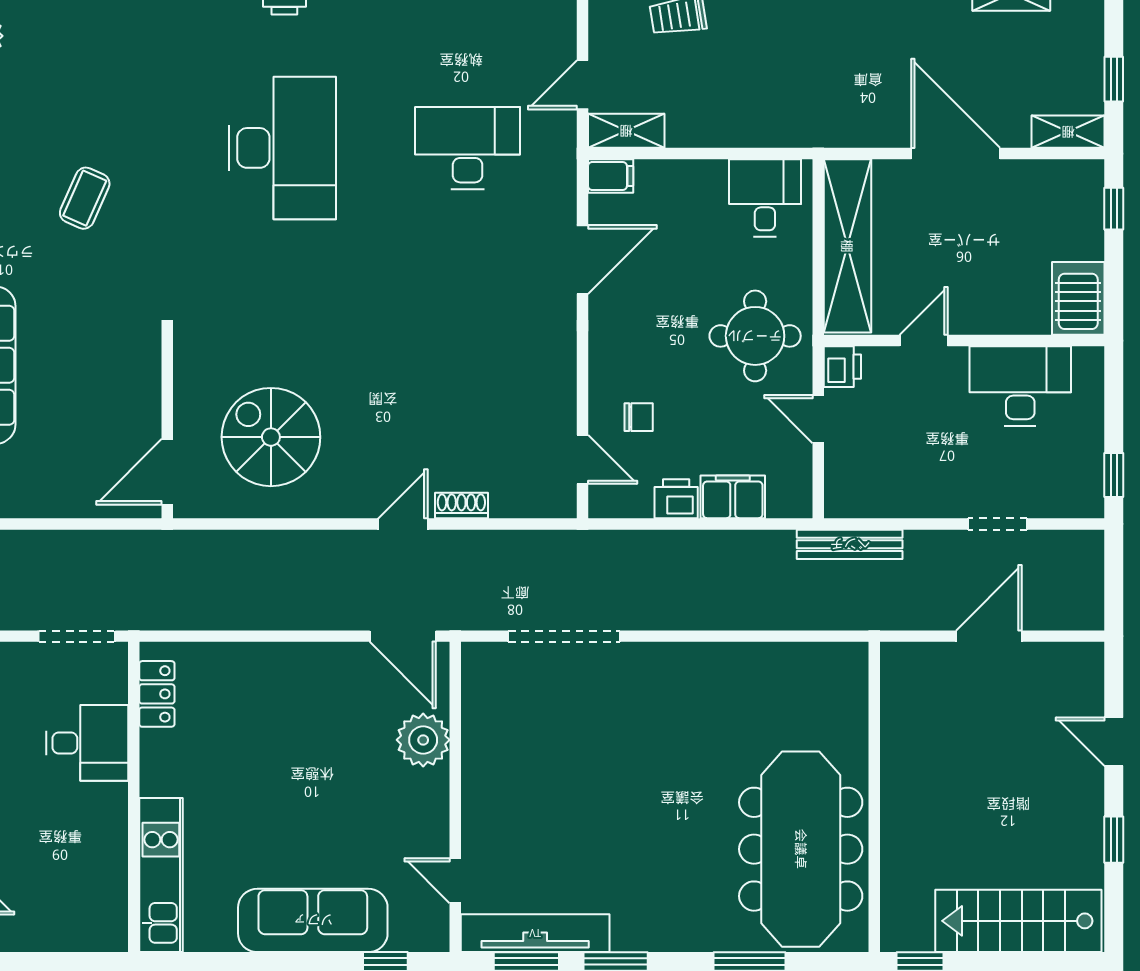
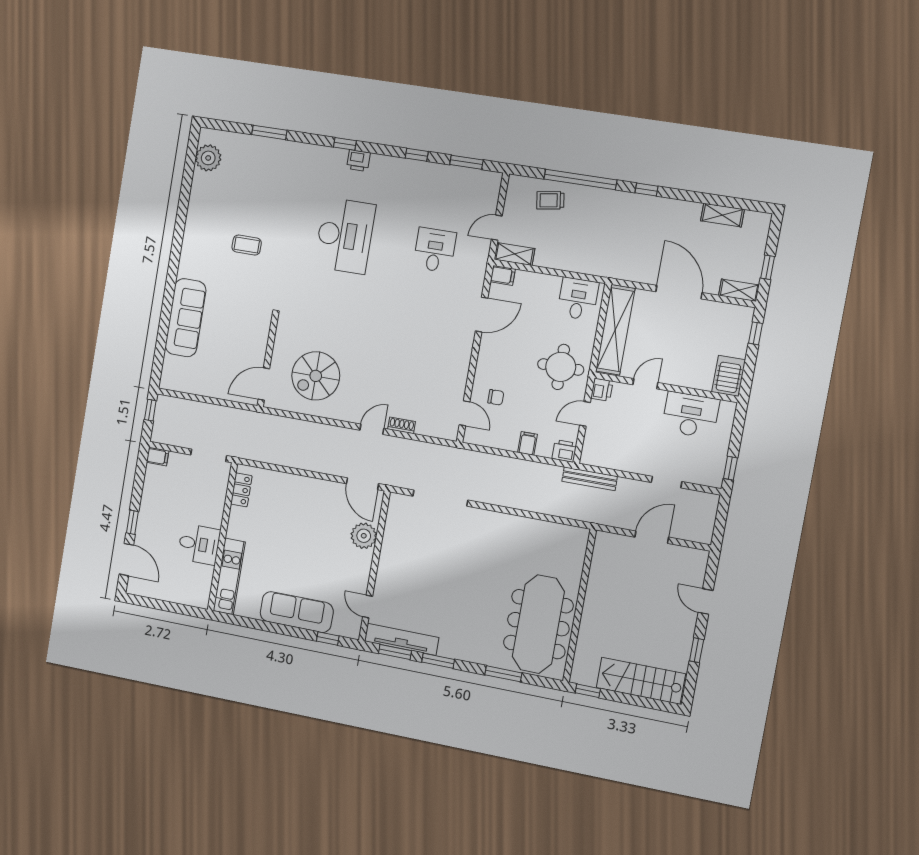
desk: (468, 148) -> (435, 250), width x0.73
coffee table: (85, 198) -> (247, 245), turned 66
door: (818, 419) -> (585, 414), hinge flipped
spiral stairs: (271, 437) -> (316, 376), turned -90
filing cabinet: (733, 497) -> (527, 443), width x0.50
printer: (676, 499) -> (564, 451), moved
desk: (87, 743) -> (199, 544), moved

